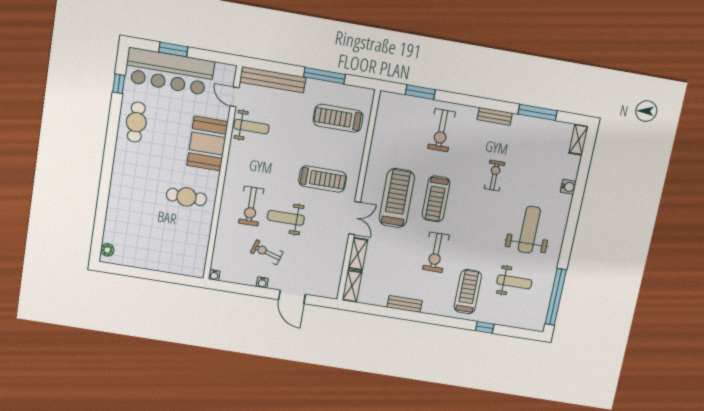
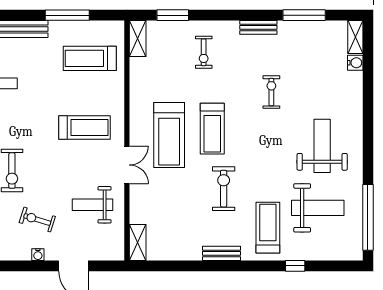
exercise bike: (441, 130) -> (204, 52), width x0.73, depth x0.72
water cooler: (568, 187) -> (355, 63), moved
treadmill: (397, 198) -> (169, 135), turned 180
weight bench: (286, 218) -> (92, 205), moved
exercise bike: (436, 252) -> (224, 189), turned 180
shelving: (358, 254) -> (138, 39), moved
weight bench: (514, 282) -> (318, 208), width x1.36, depth x1.33
bench: (405, 304) -> (221, 253), moved

